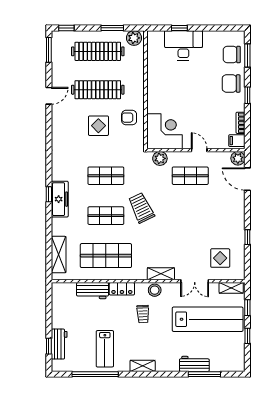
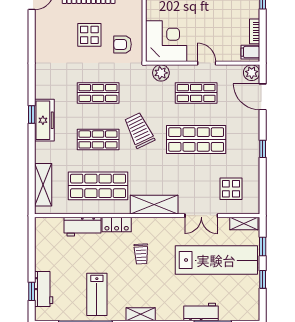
armchair: (129, 118) -> (123, 44), moved
shop shelf: (190, 216) -> (196, 139), added
window: (247, 237) -> (263, 149), moved
shelving: (161, 274) -> (154, 205), width x1.50, depth x1.33
stool: (155, 290) -> (155, 226), removed

